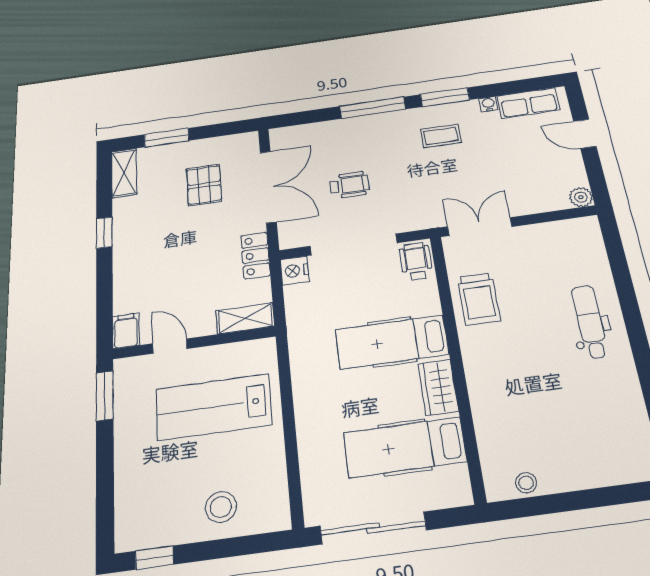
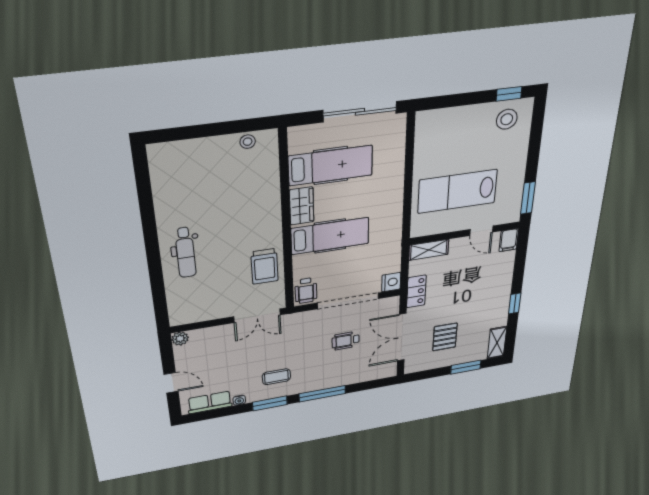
trolley: (479, 299) -> (265, 266), turned 180
lab bench: (214, 407) -> (457, 191), turned 180
stool: (221, 507) -> (507, 119), moved

